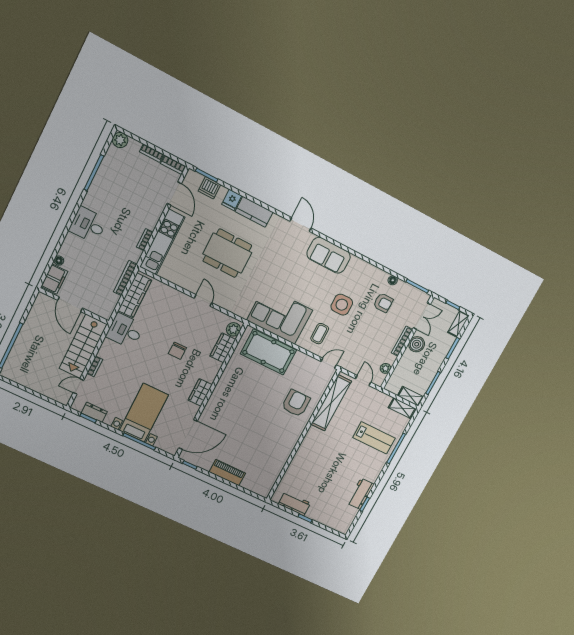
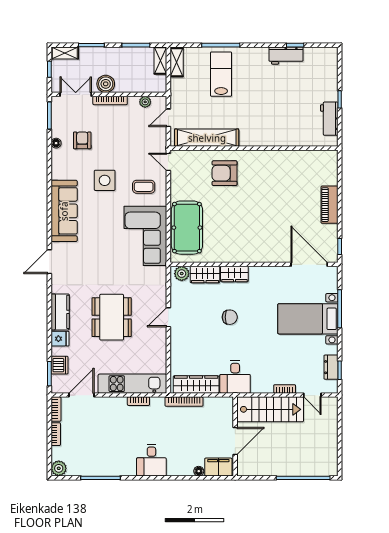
sofa: (329, 255) -> (64, 211), width x1.36
wardrobe: (200, 392) -> (234, 274), moved

